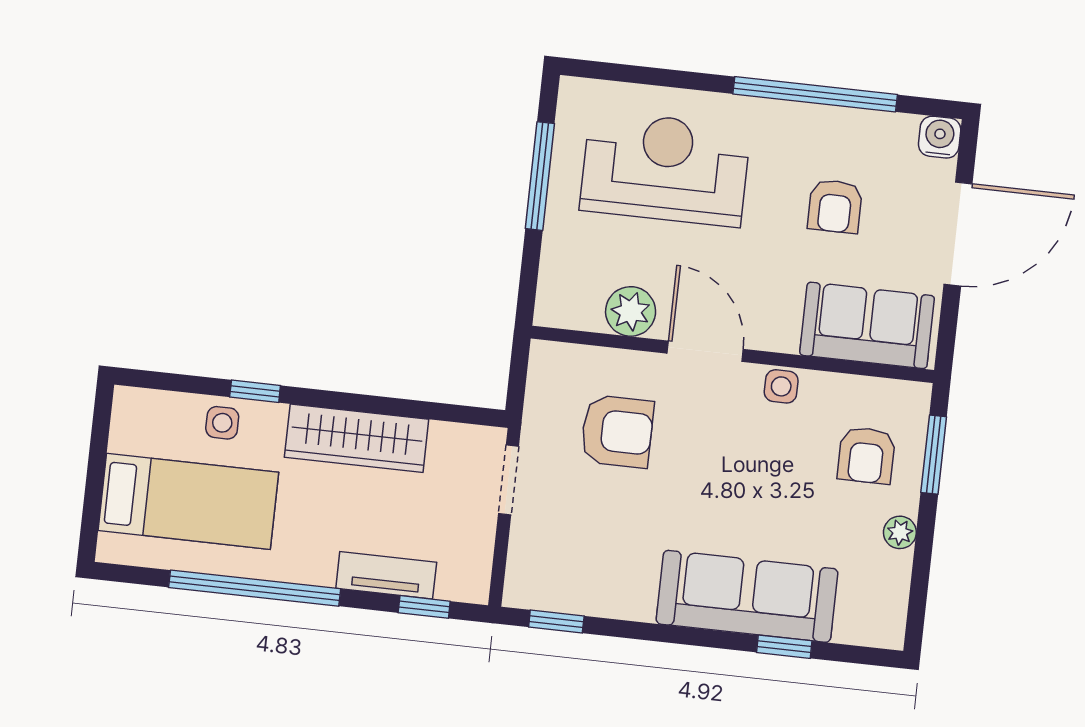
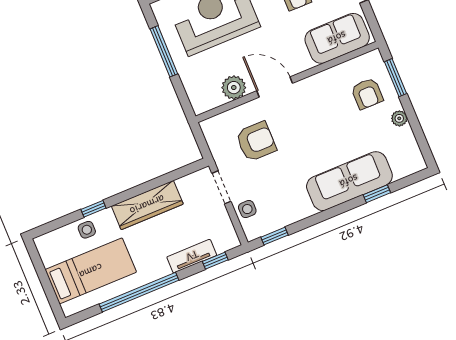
side table: (781, 386) -> (247, 209), moved

